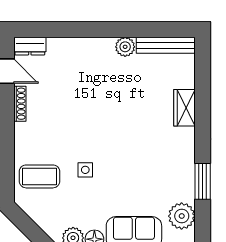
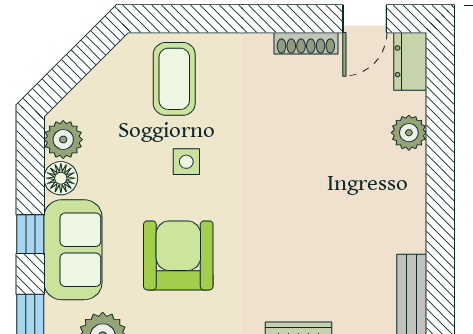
plant: (125, 47) -> (409, 133), moved
armchair: (137, 174) -> (178, 255), added

